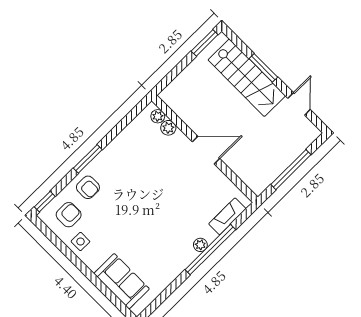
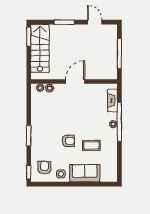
stairs: (247, 78) -> (40, 48), moved, turned -90
armchair: (88, 187) -> (68, 141), moved
coffee table: (150, 244) -> (91, 145), added
sofa: (122, 281) -> (85, 173), moved

